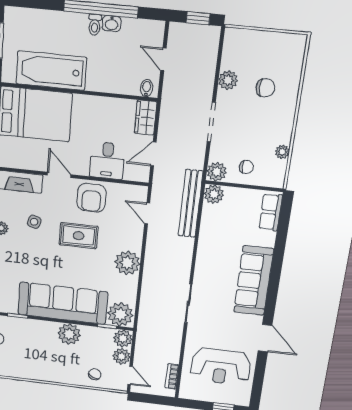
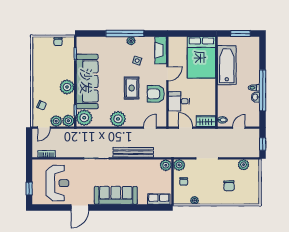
plant: (228, 80) -> (244, 165), moved
bench: (191, 204) -> (133, 152), moved
reception desk: (221, 367) -> (57, 183), turned 180

